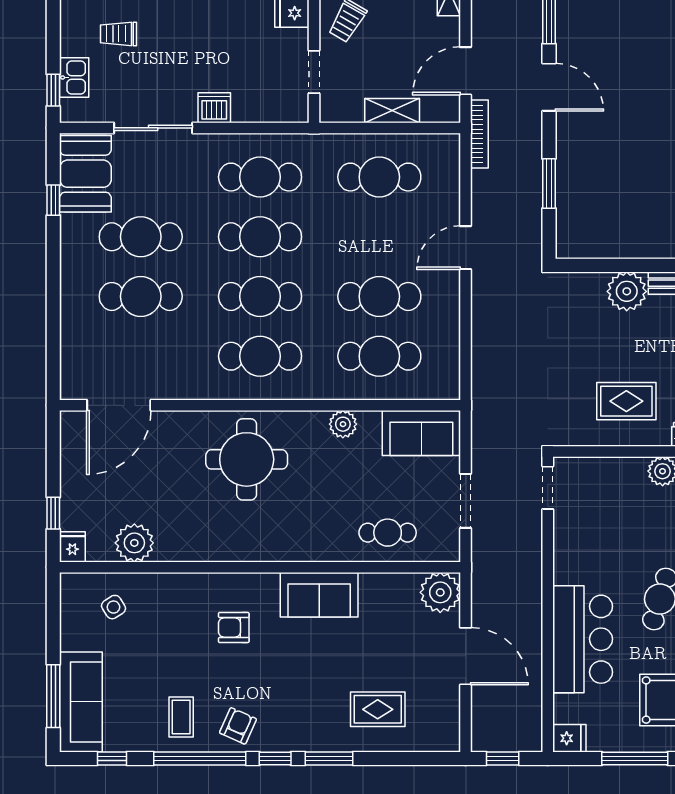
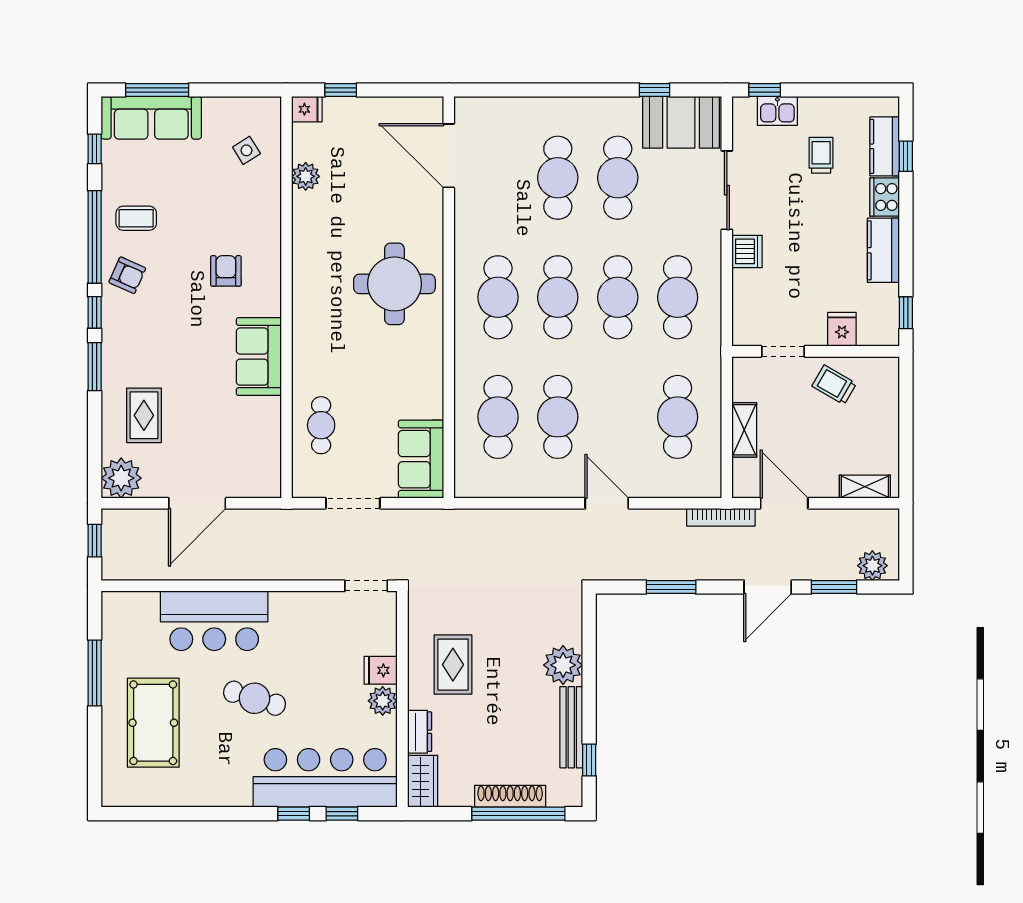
plant: (343, 424) -> (430, 380), removed
plant: (134, 543) -> (306, 176), width x0.73, depth x0.73
plant: (440, 592) -> (121, 478), moved
fridge: (569, 738) -> (381, 670), moved, turned 90

